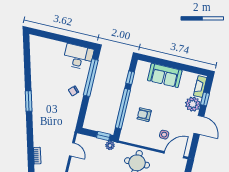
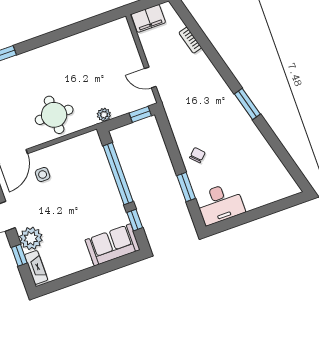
sofa: (165, 75) -> (112, 245), moved
window: (91, 78) -> (186, 187), width x0.47
armchair: (144, 115) -> (85, 184), removed
window: (103, 136) -> (140, 114), moved

